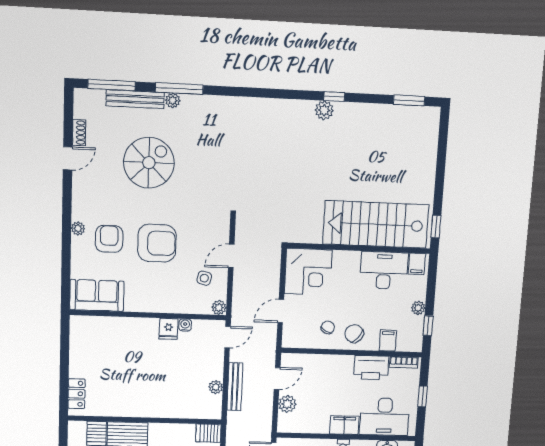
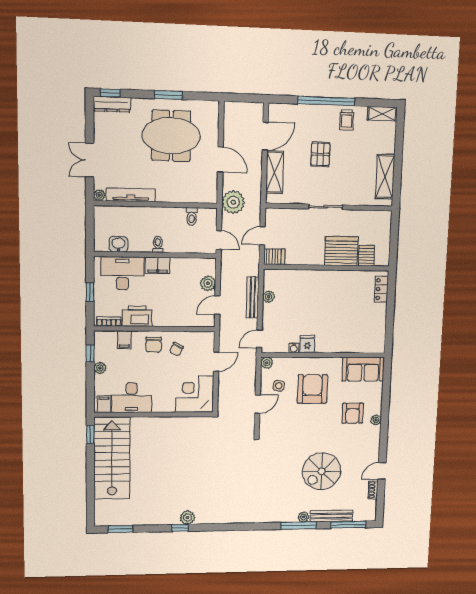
stairs: (376, 224) -> (112, 458), moved, turned -90
armchair: (157, 243) -> (312, 389), moved, turned 90
chair: (354, 334) -> (154, 345), turned 51

